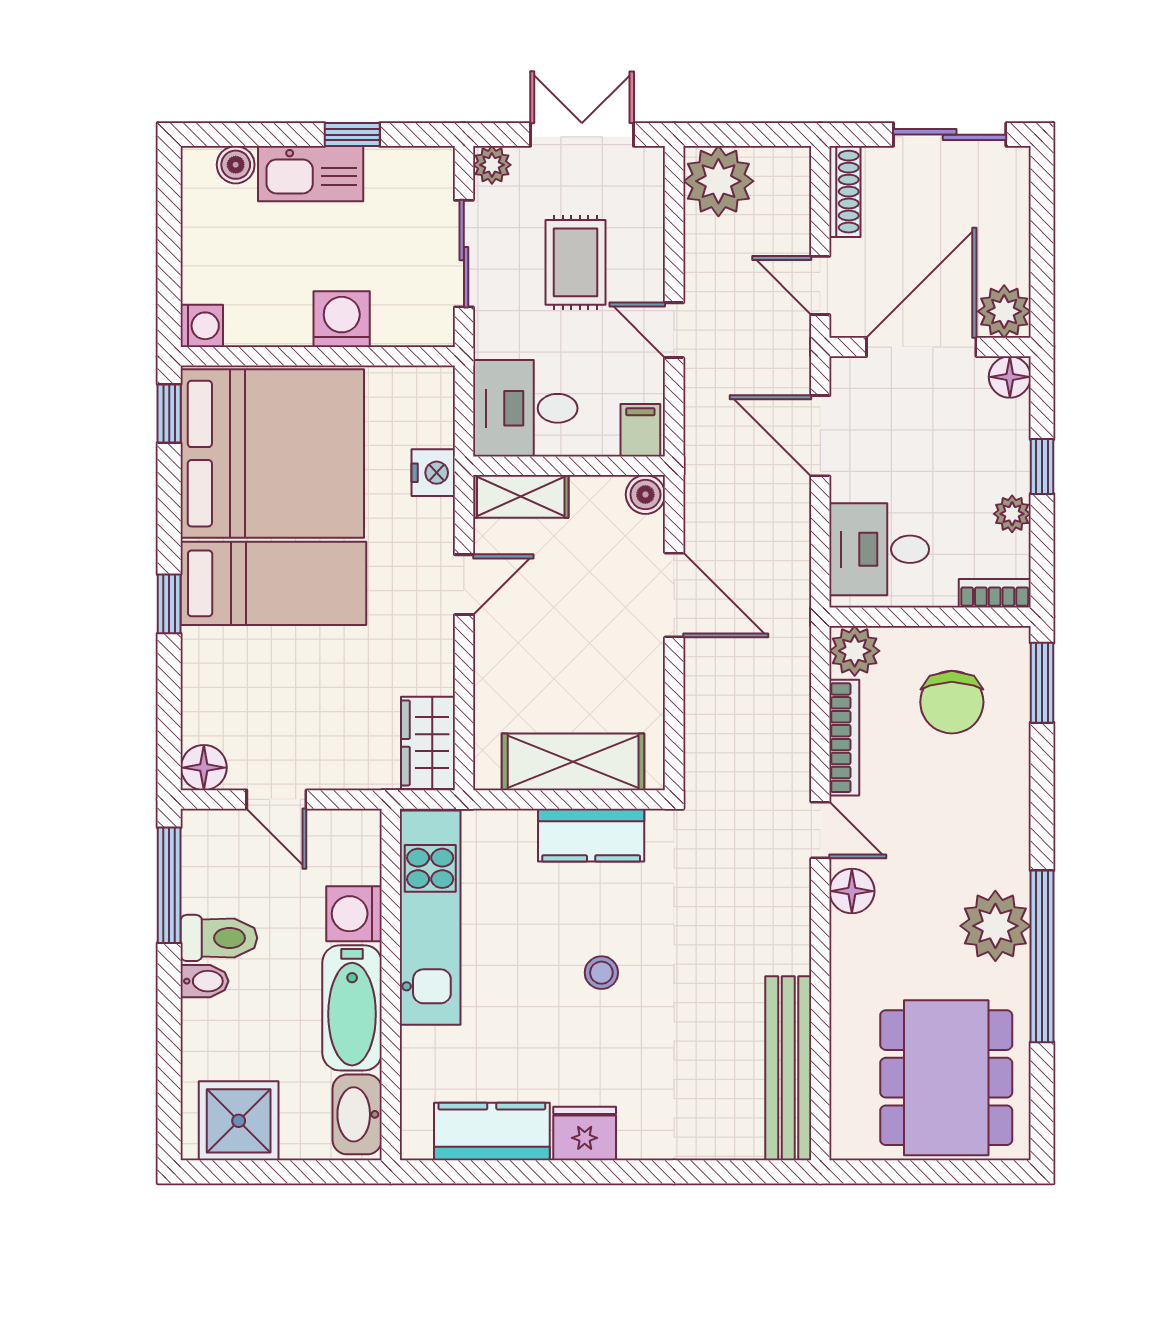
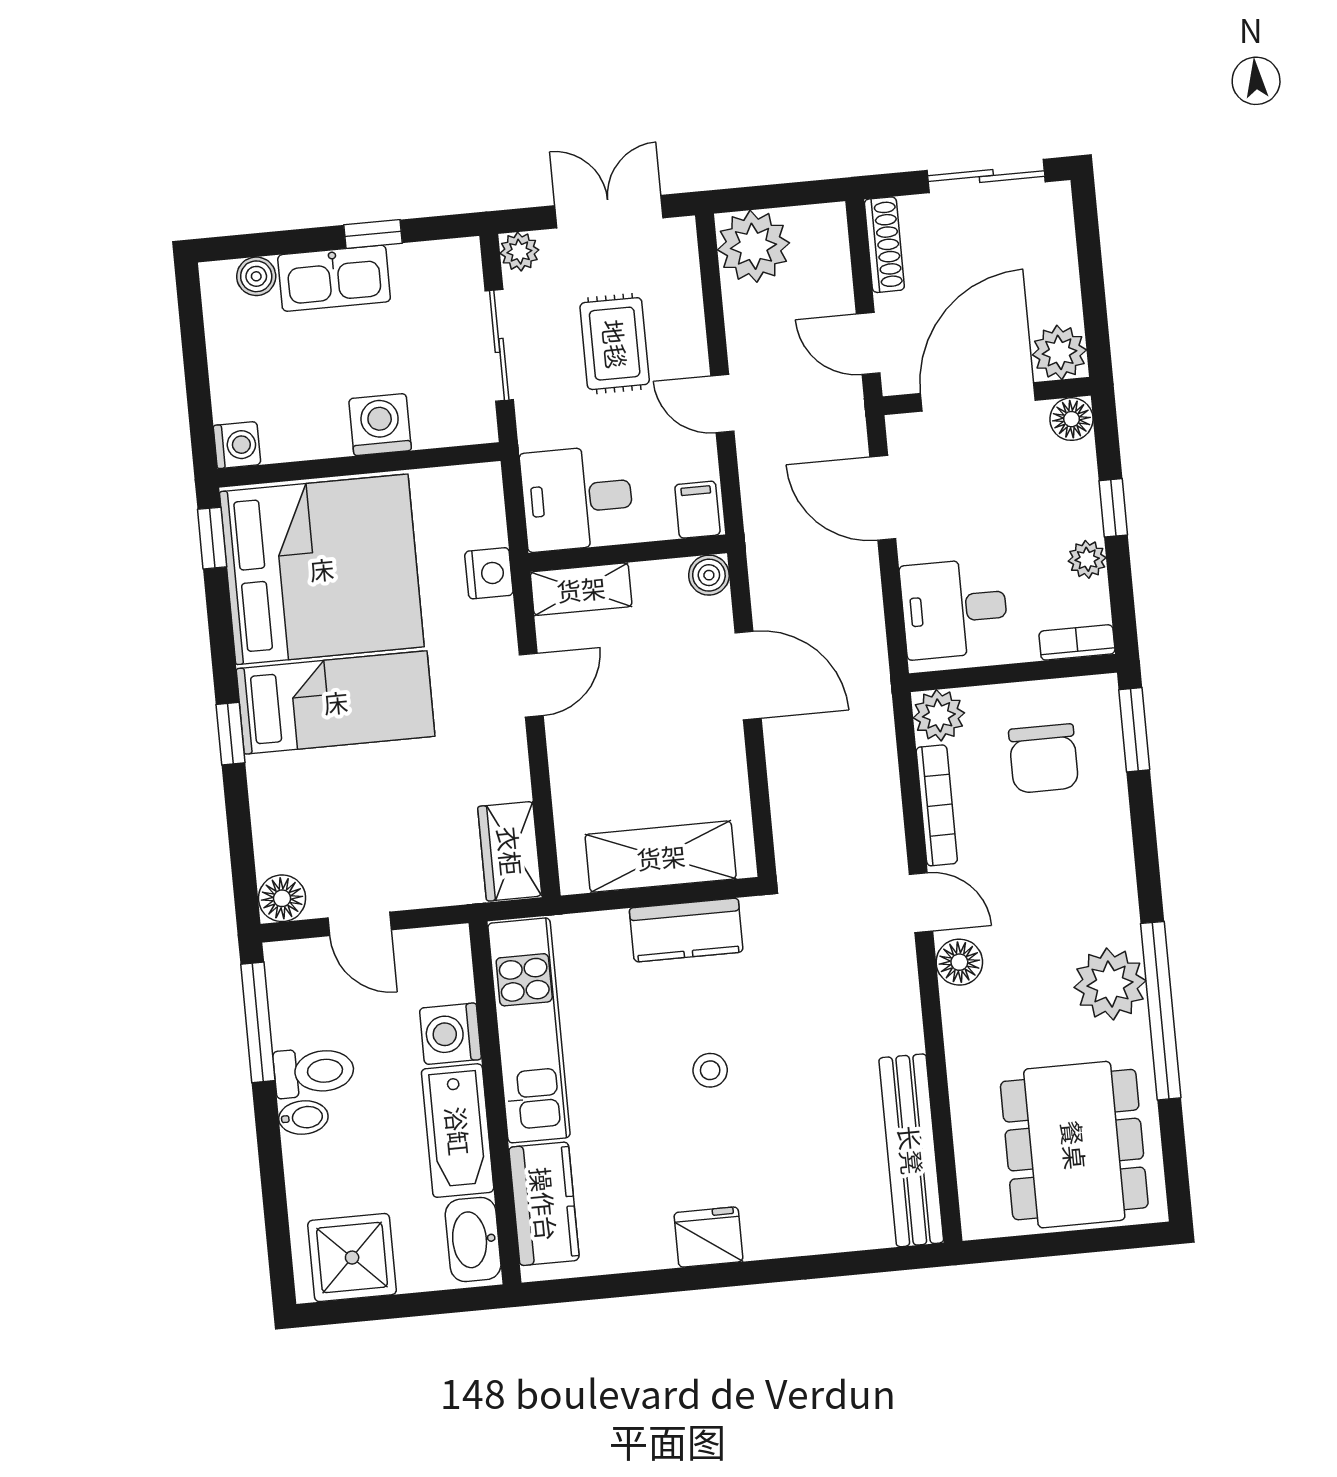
kitchen counter: (492, 1132) -> (544, 1204), moved, turned 90

